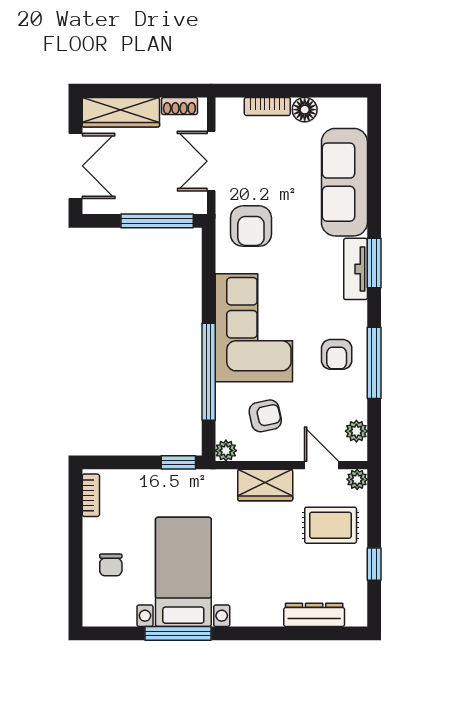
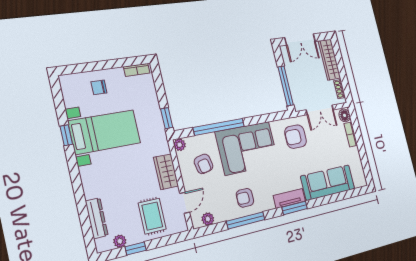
floor lamp: (305, 110) -> (345, 115), moved
double door: (211, 161) -> (320, 110), swing flipped
plant: (357, 479) -> (120, 241), moved
window: (178, 633) -> (66, 135), width x0.46

